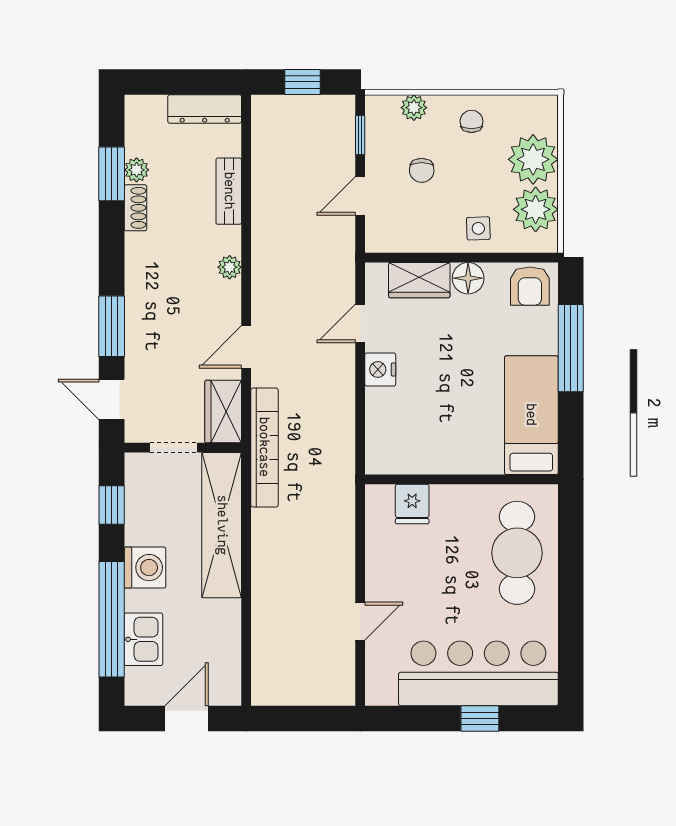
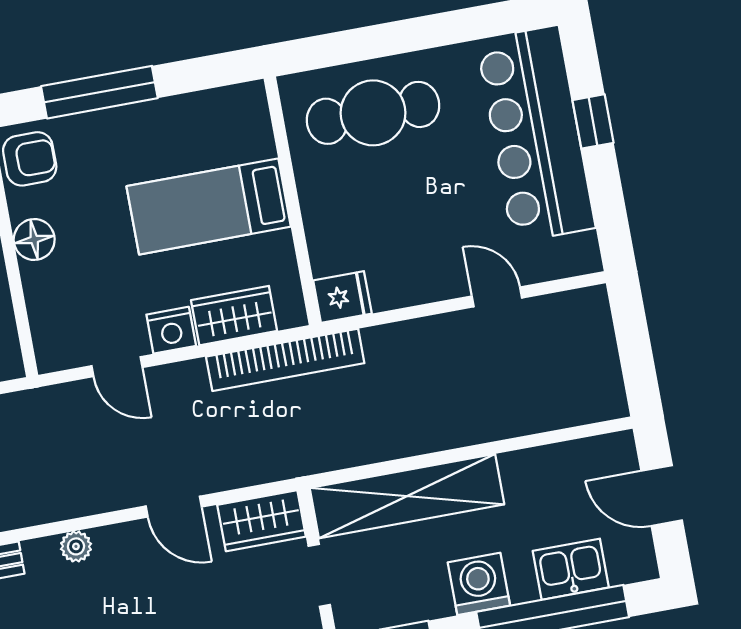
wardrobe: (419, 280) -> (234, 316), moved, turned -90
bed: (531, 415) -> (209, 206), moved
bookcase: (264, 447) -> (285, 360), moved, turned 180
fridge: (412, 504) -> (342, 297), moved

